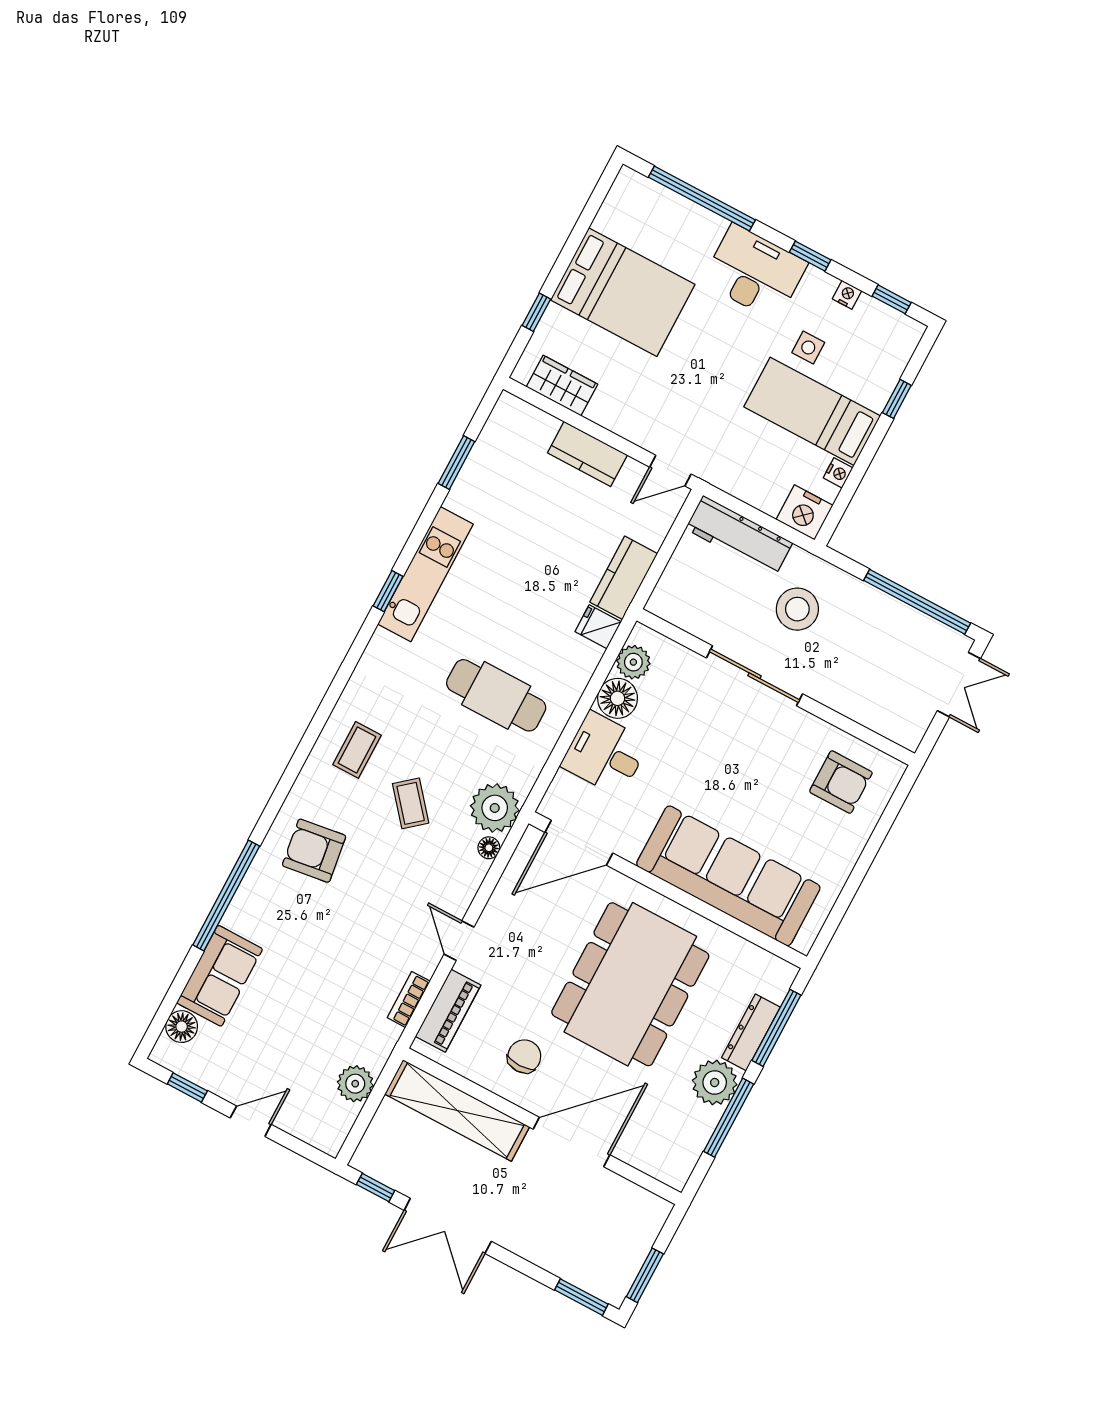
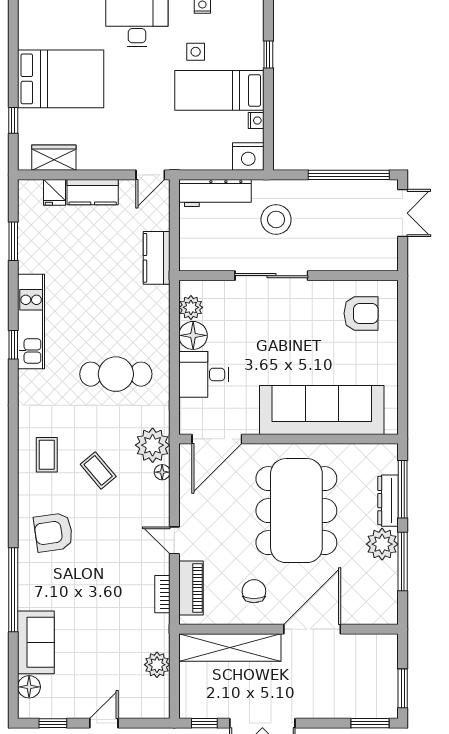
fridge: (598, 627) -> (54, 192), moved, turned -90

